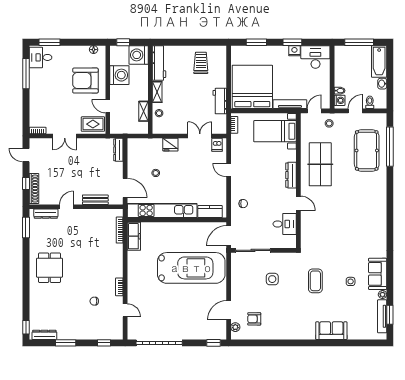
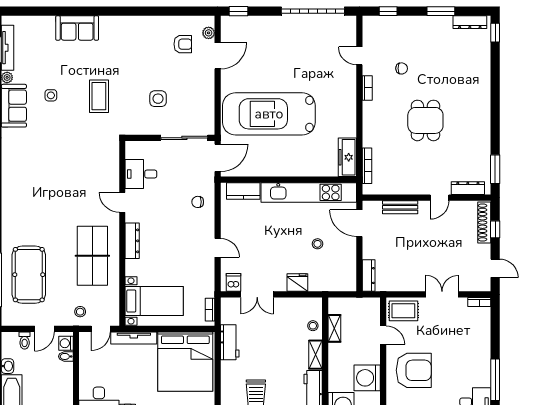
dining table: (49, 268) -> (425, 120), moved

